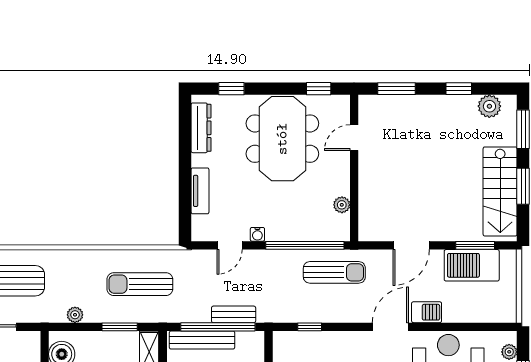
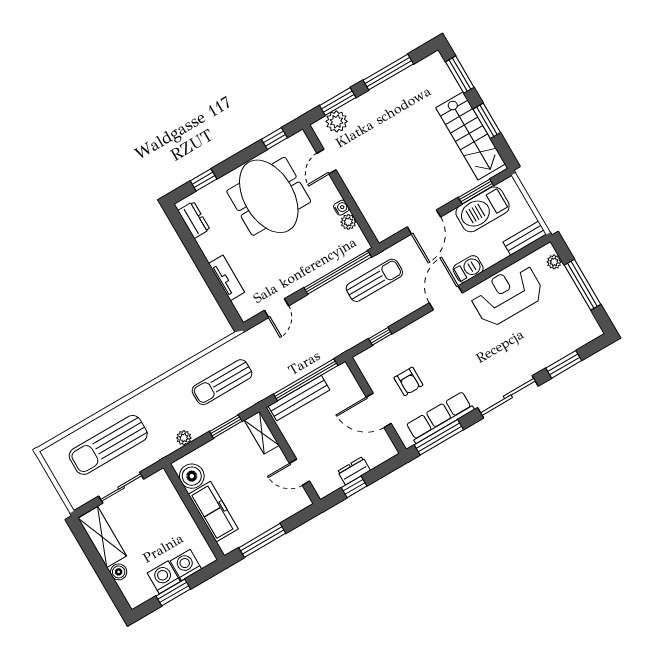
window: (459, 89) -> (388, 72), width x2.17
plant: (489, 106) -> (337, 121), moved
dresser: (201, 128) -> (194, 220), width x0.70
water cooler: (257, 234) -> (341, 208), moved, turned -90
bench: (234, 314) -> (525, 238), moved

